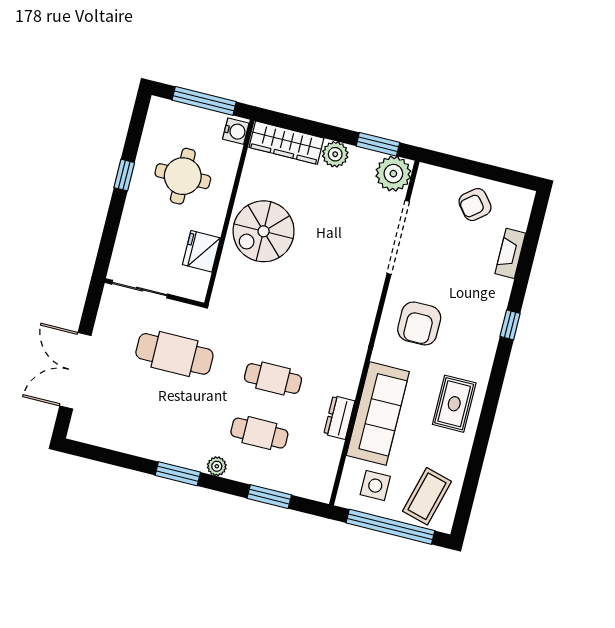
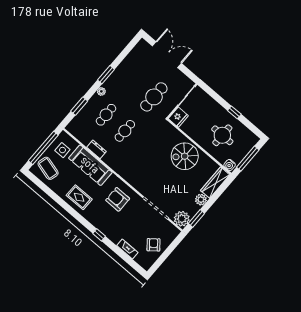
spiral stairs: (264, 231) -> (185, 156), turned -90
fridge: (201, 251) -> (178, 117), moved, turned 90

